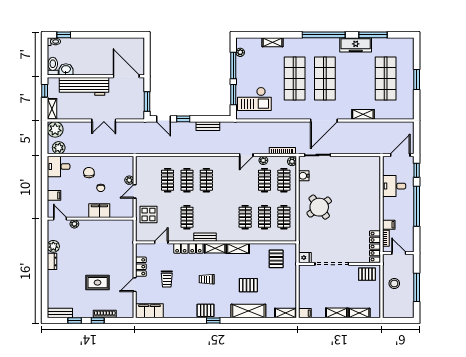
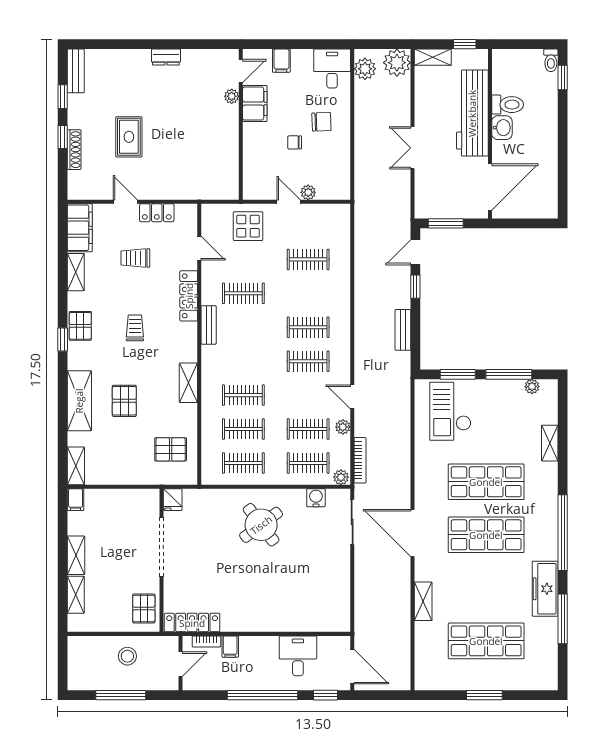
toilet: (53, 66) -> (508, 105), moved
washbasin: (66, 69) -> (502, 128), moved
clothes rail: (187, 180) -> (308, 361), moved
filing cabinet: (99, 211) -> (255, 103), moved
plant: (53, 246) -> (192, 59), removed
shelving: (215, 248) -> (76, 272), moved

